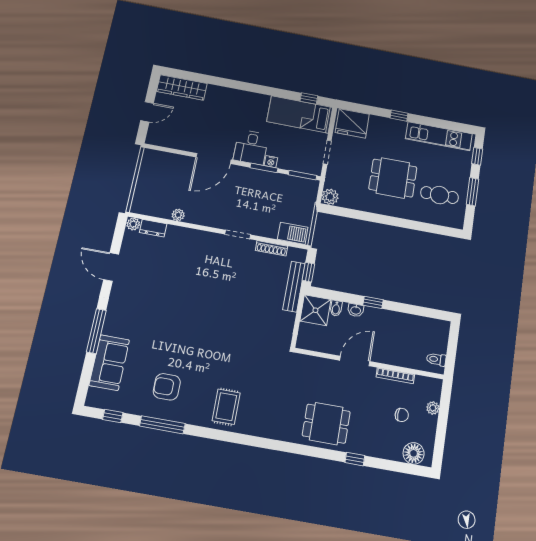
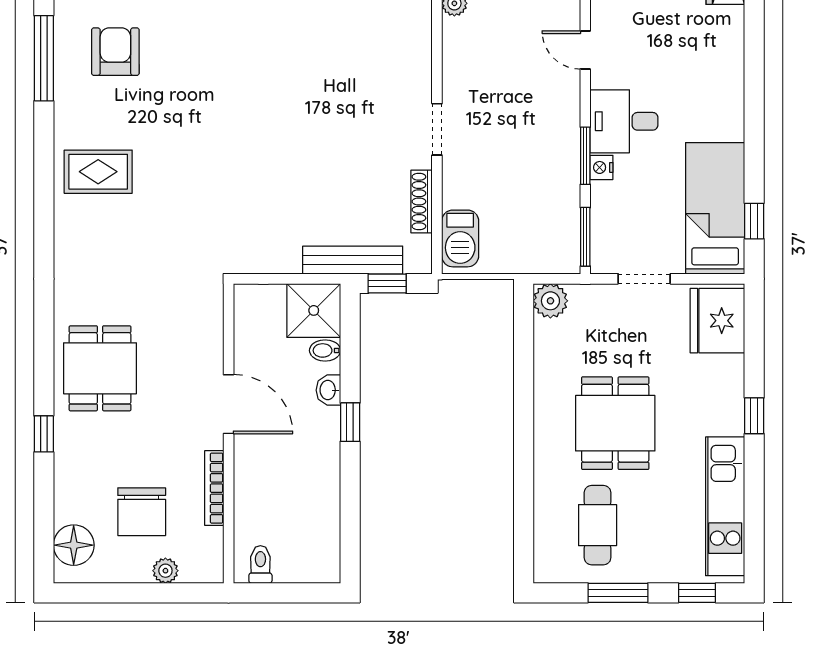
door: (214, 159) -> (585, 50), width x0.53
chair: (402, 415) -> (142, 512), width x1.87, depth x1.87

